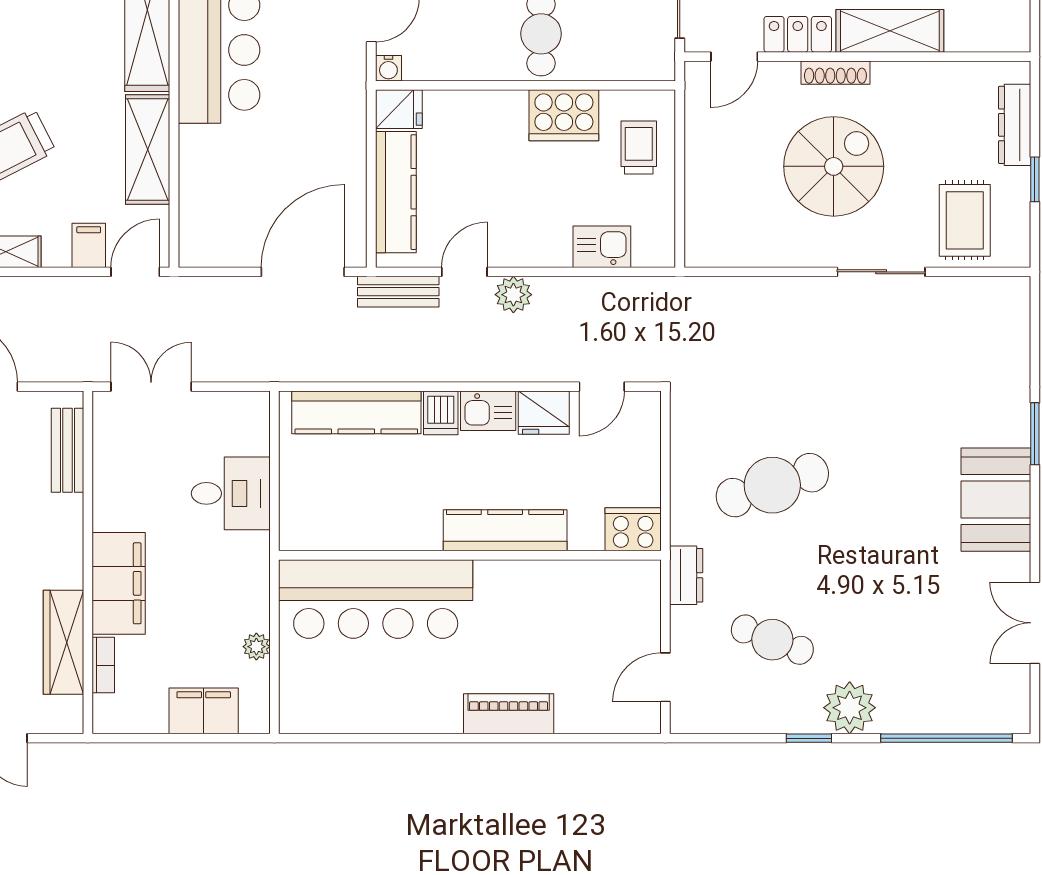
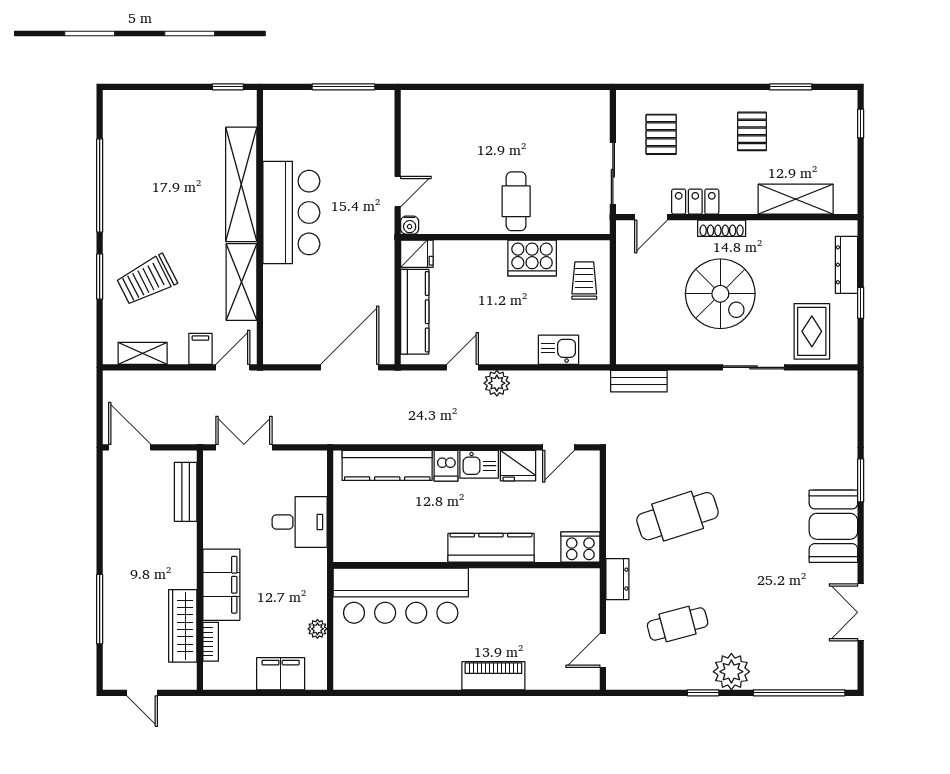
shelving: (890, 31) -> (796, 199), moved
spiral stairs: (834, 166) -> (720, 294), turned 90
bench: (398, 292) -> (639, 381), moved
cafe table: (772, 640) -> (678, 624), turned -36

